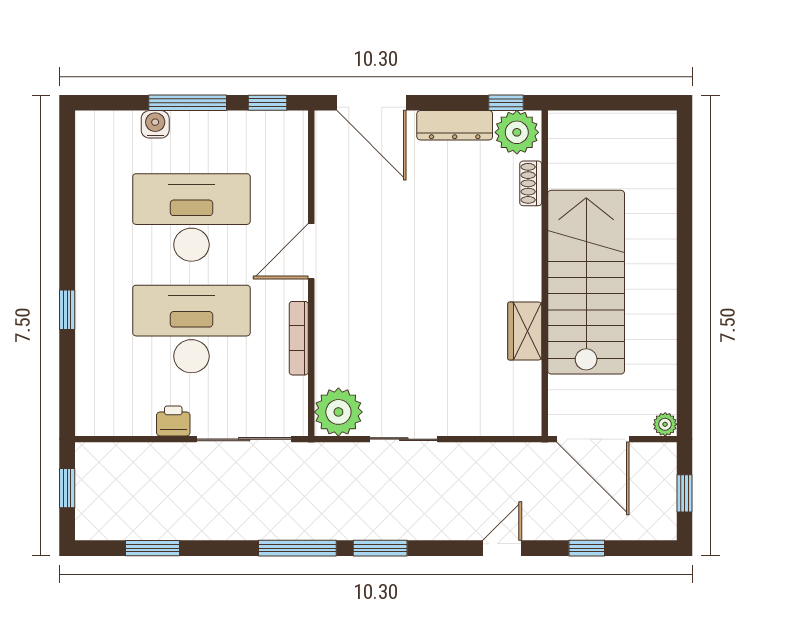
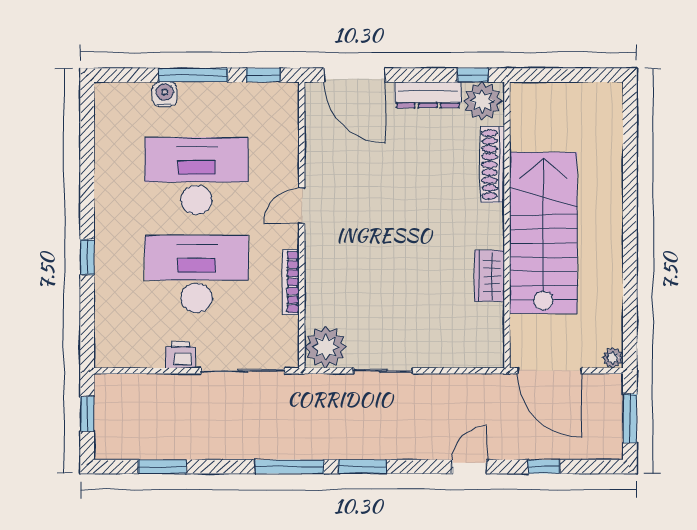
shoe rack: (531, 183) -> (492, 165), width x1.94, depth x1.24
door: (311, 251) -> (302, 206), width x0.73
window: (684, 493) -> (630, 418), width x1.50

